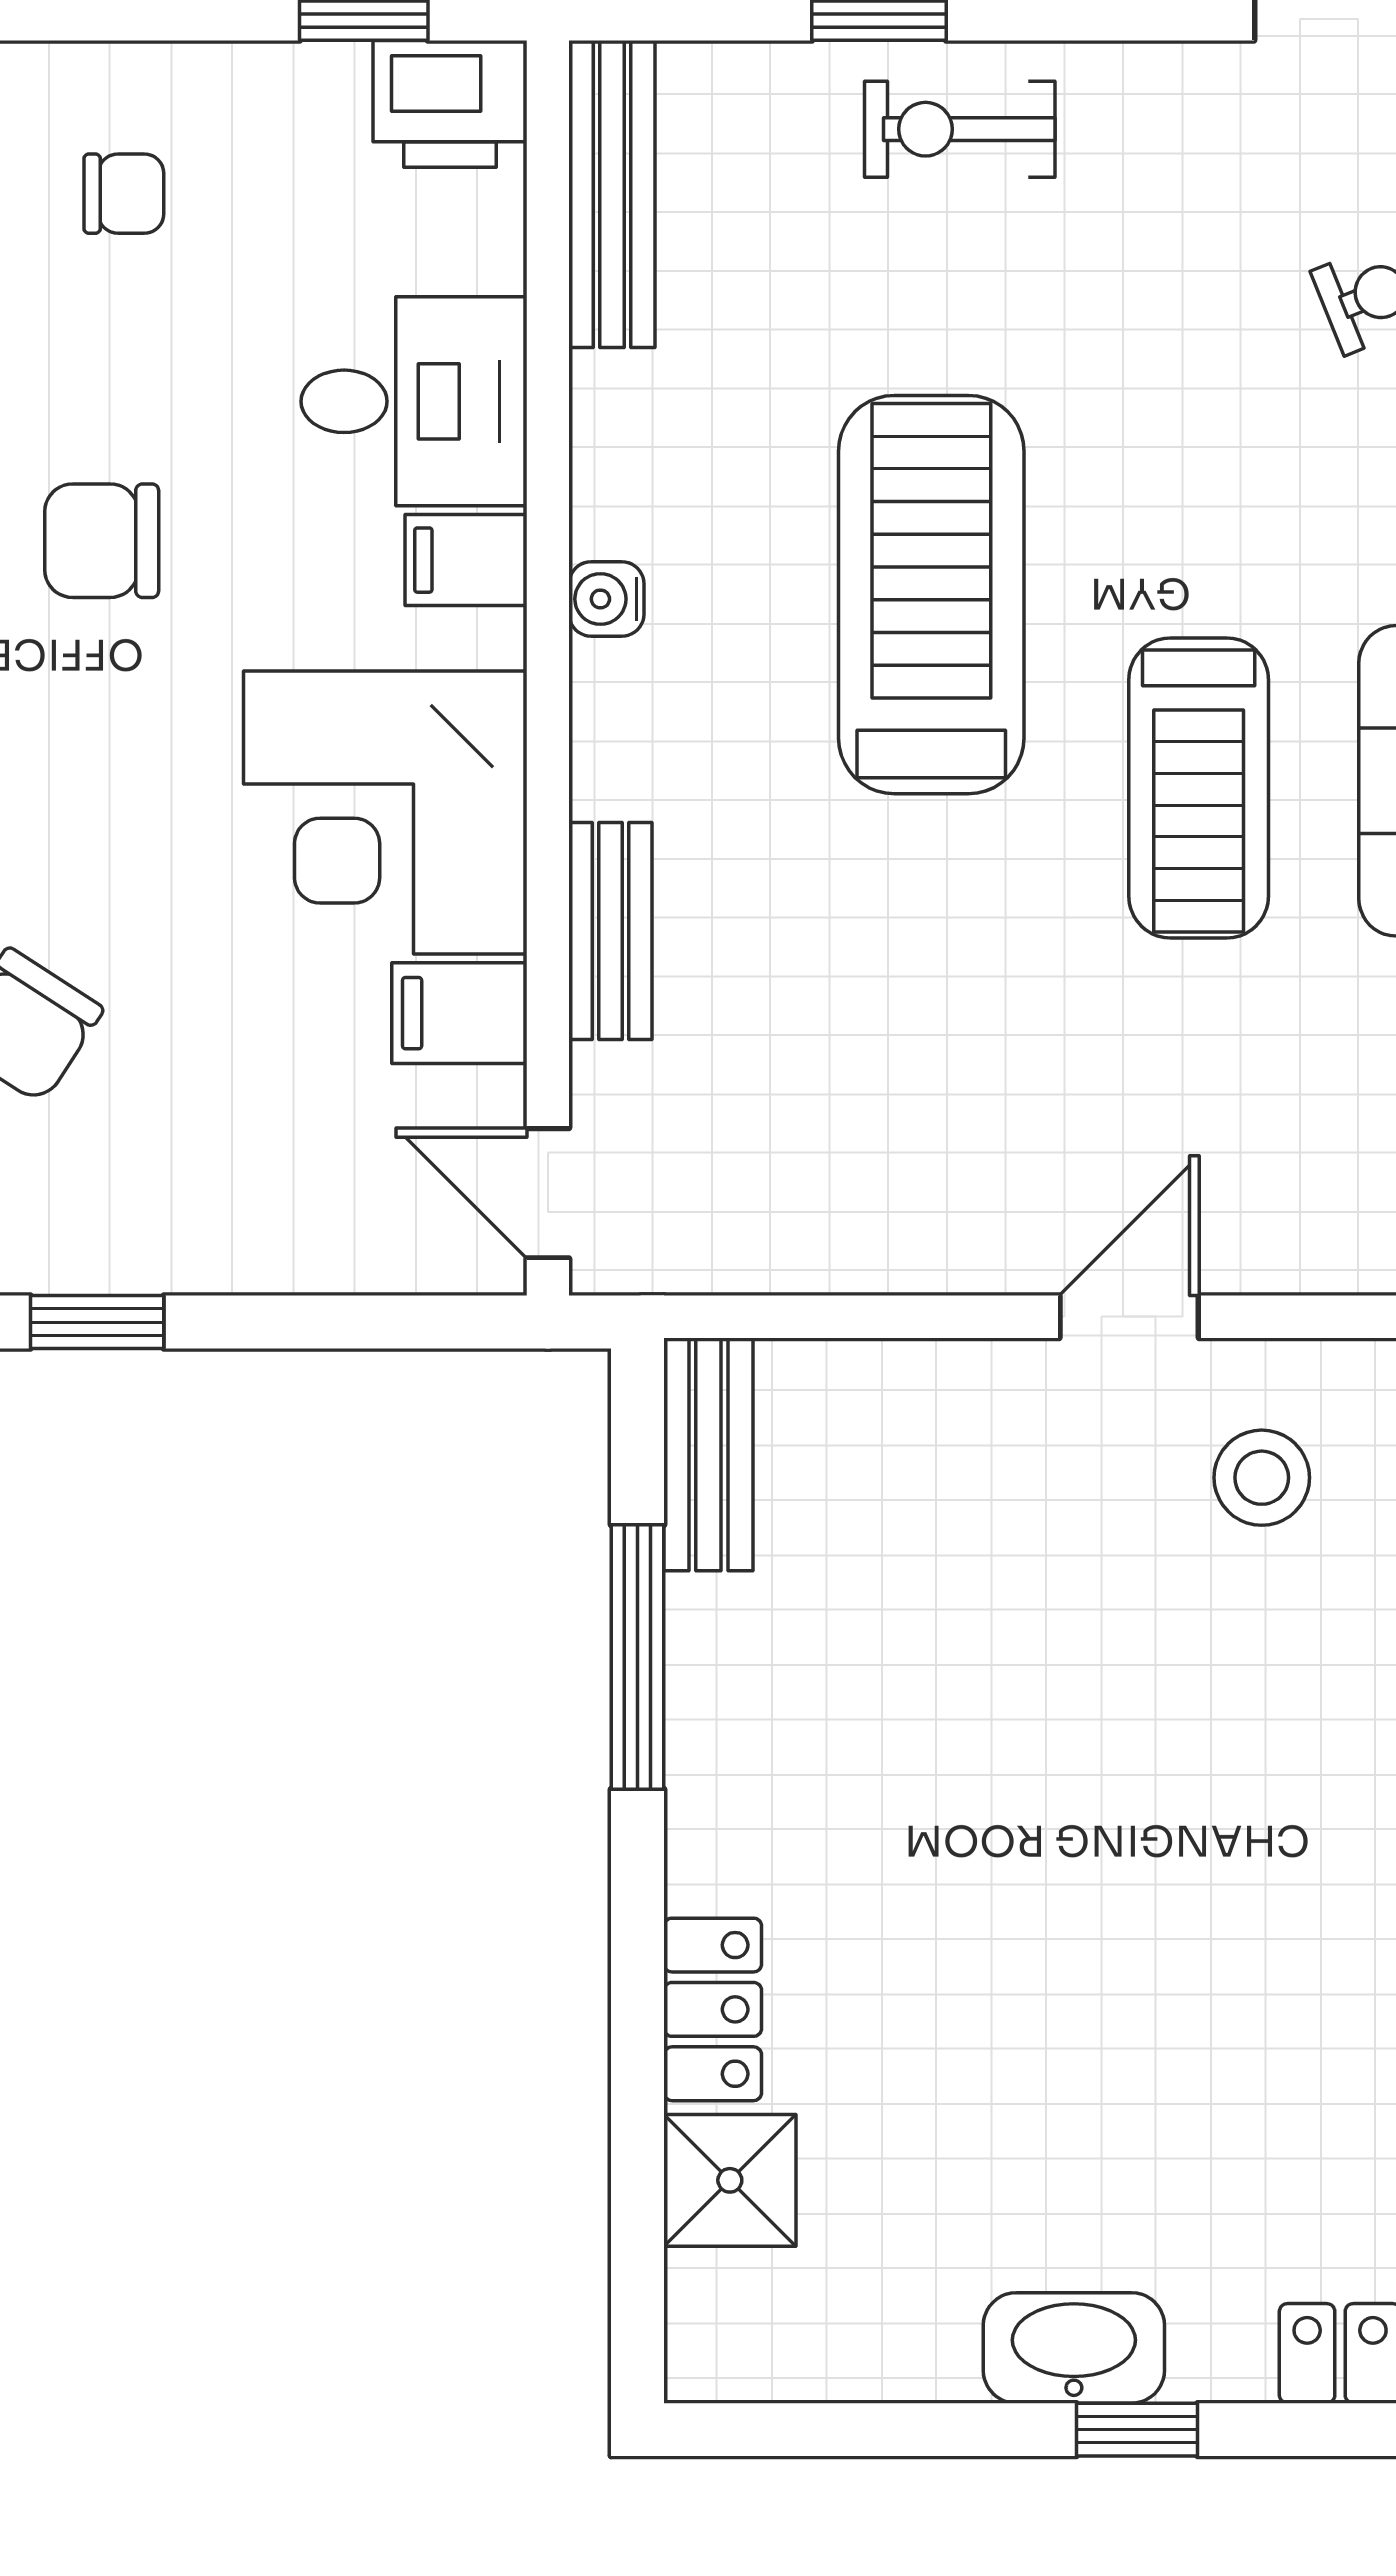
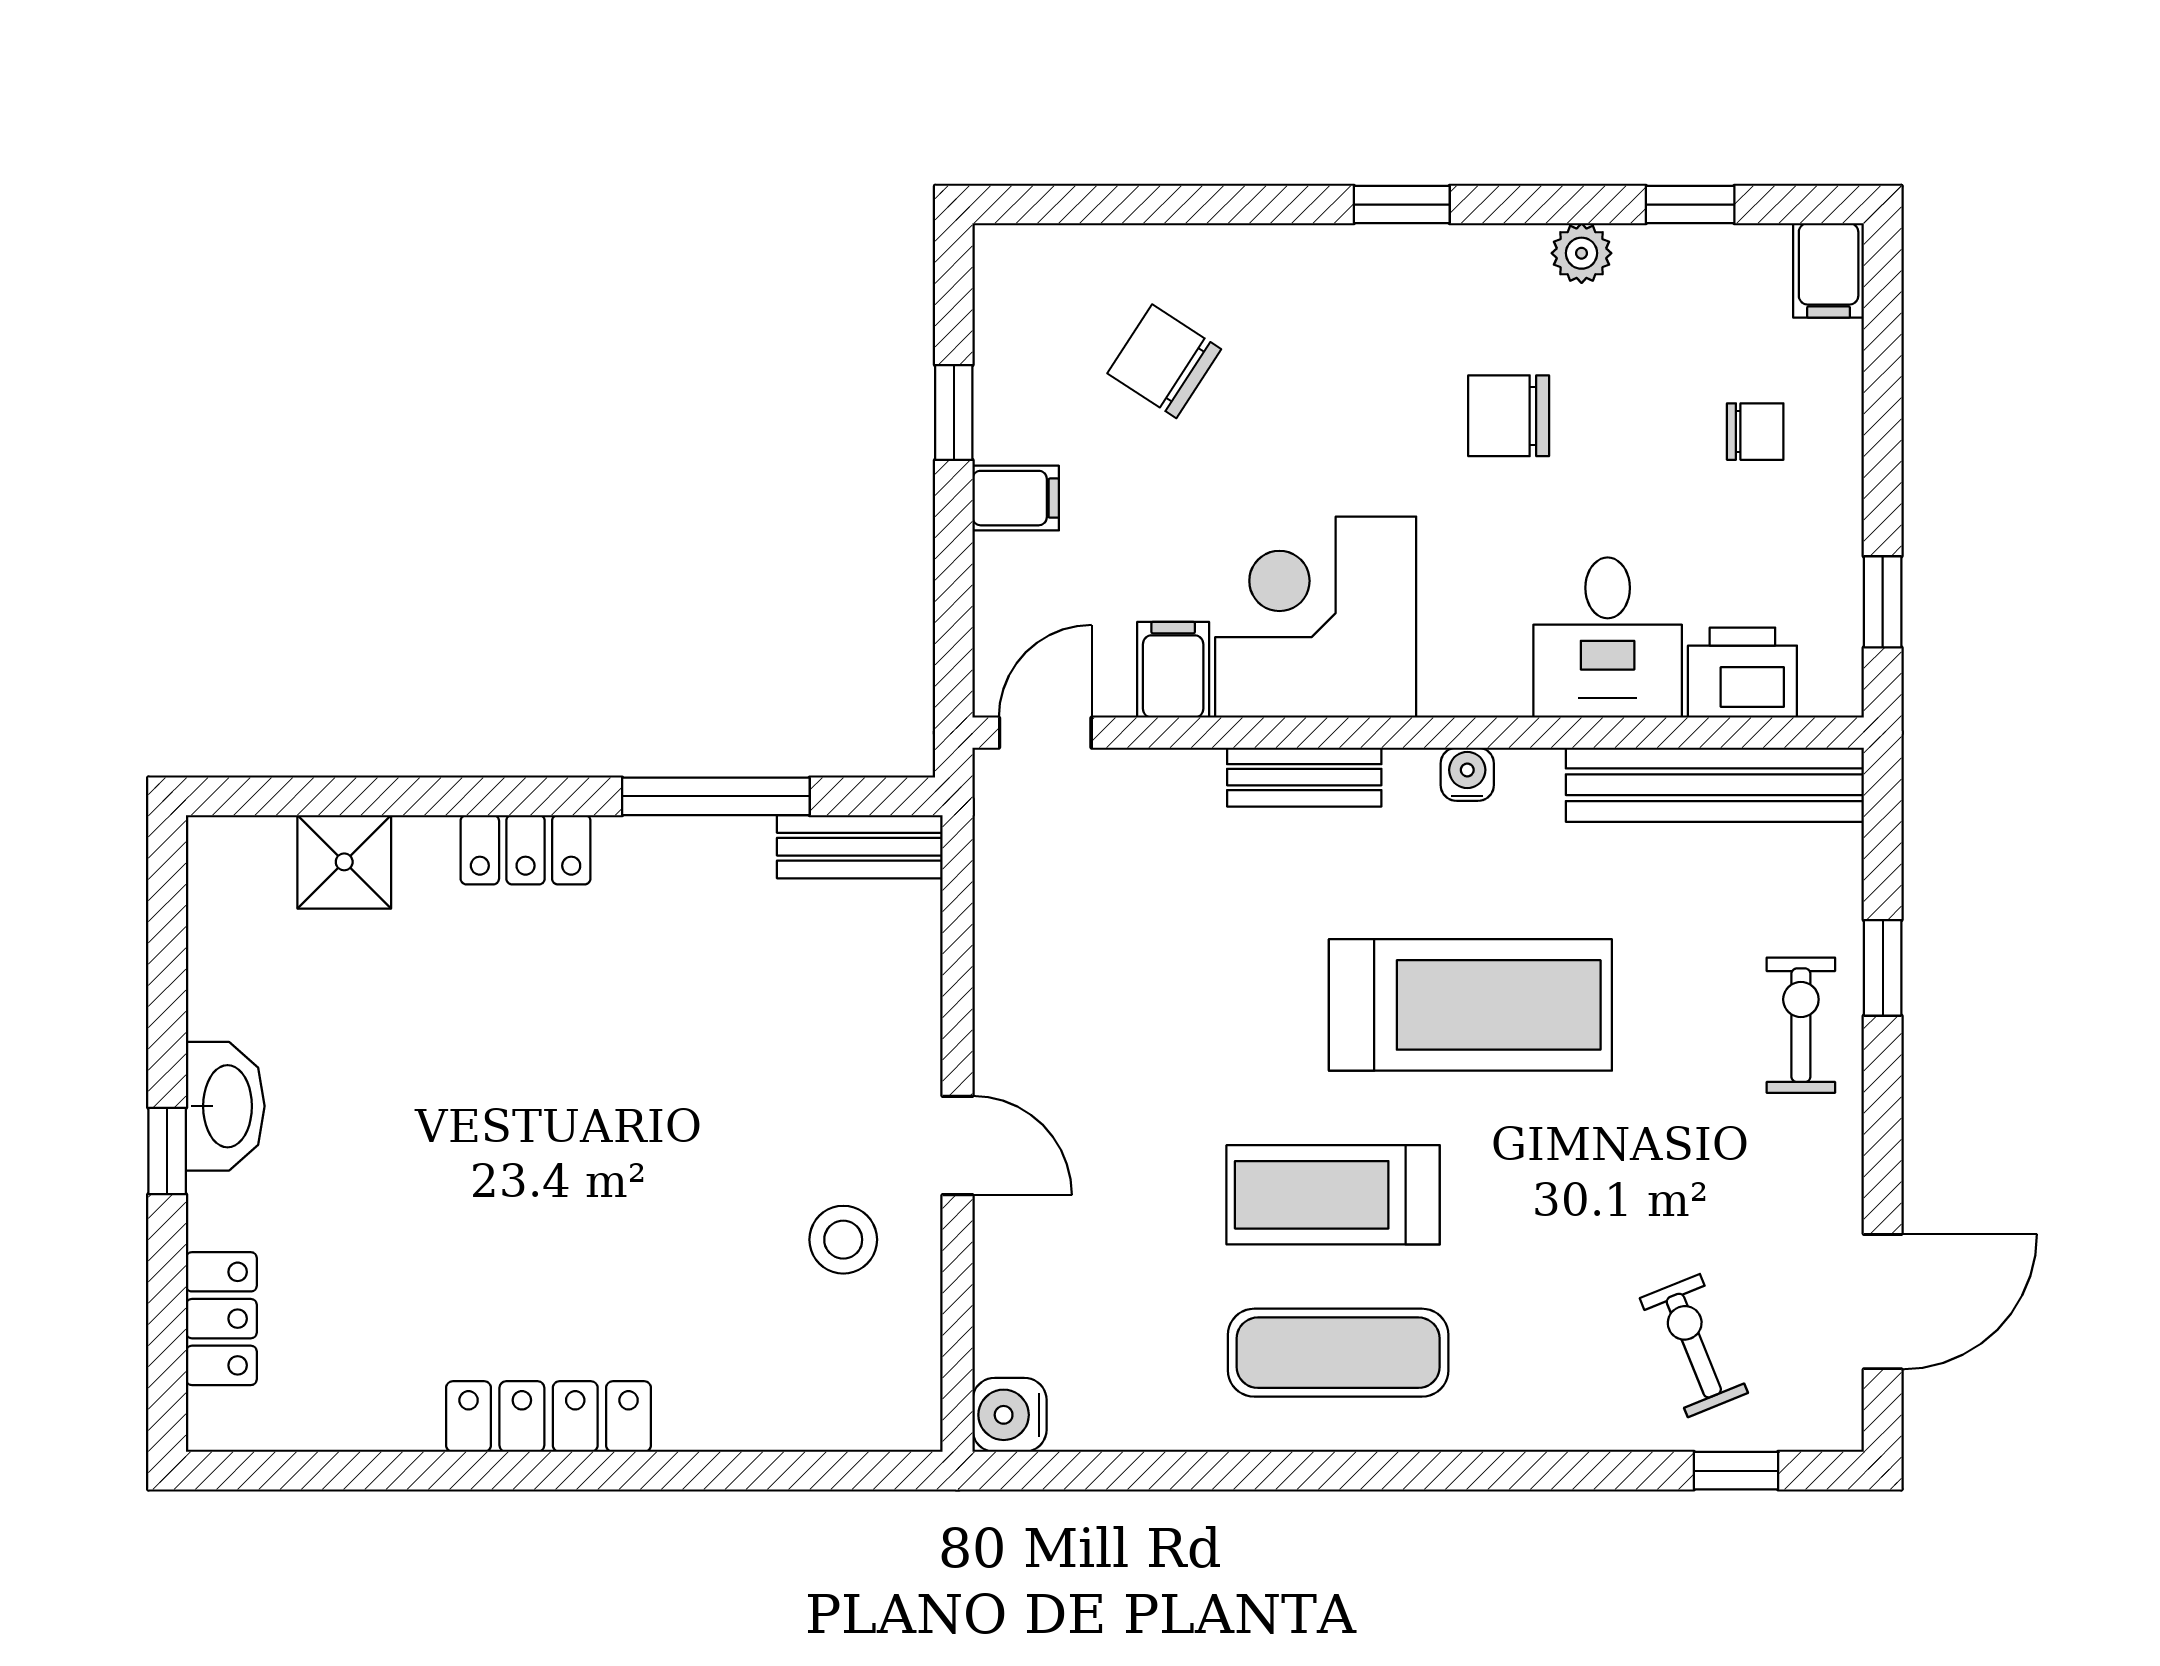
printer: (450, 104) -> (1742, 673), moved, turned 90
chair: (124, 194) -> (1755, 432), turned -90
bench: (612, 194) -> (1715, 785), width x1.37, depth x1.21
chair: (102, 541) -> (1509, 416), turned -90
filing cabinet: (466, 560) -> (1016, 498), moved, turned 90
bench: (610, 931) -> (1304, 777), moved
locker: (713, 2009) -> (526, 850), moved

